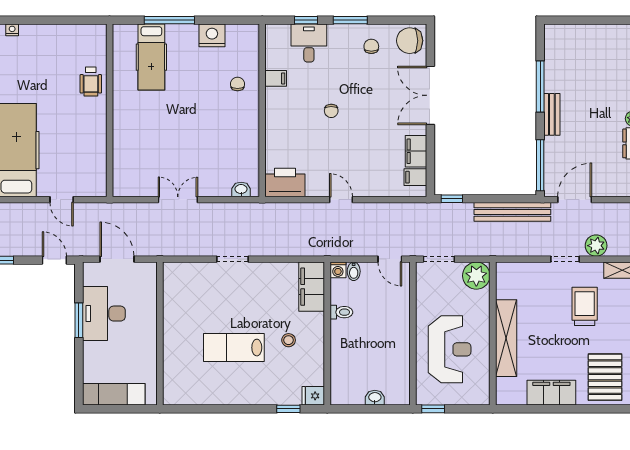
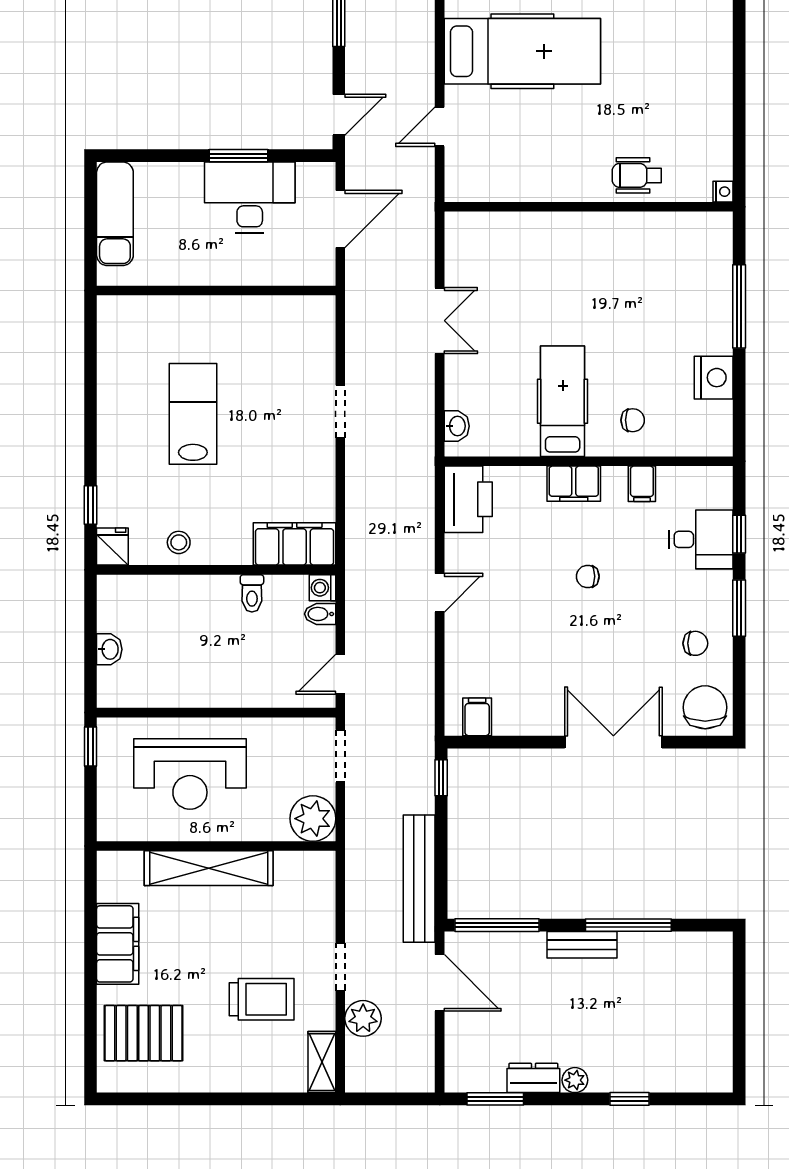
nightstand: (12, 30) -> (723, 192), moved
hospital bed: (151, 57) -> (563, 401), moved, turned 90
filing cabinet: (416, 151) -> (574, 484), moved, turned 180
stool: (289, 340) -> (179, 542), moved

